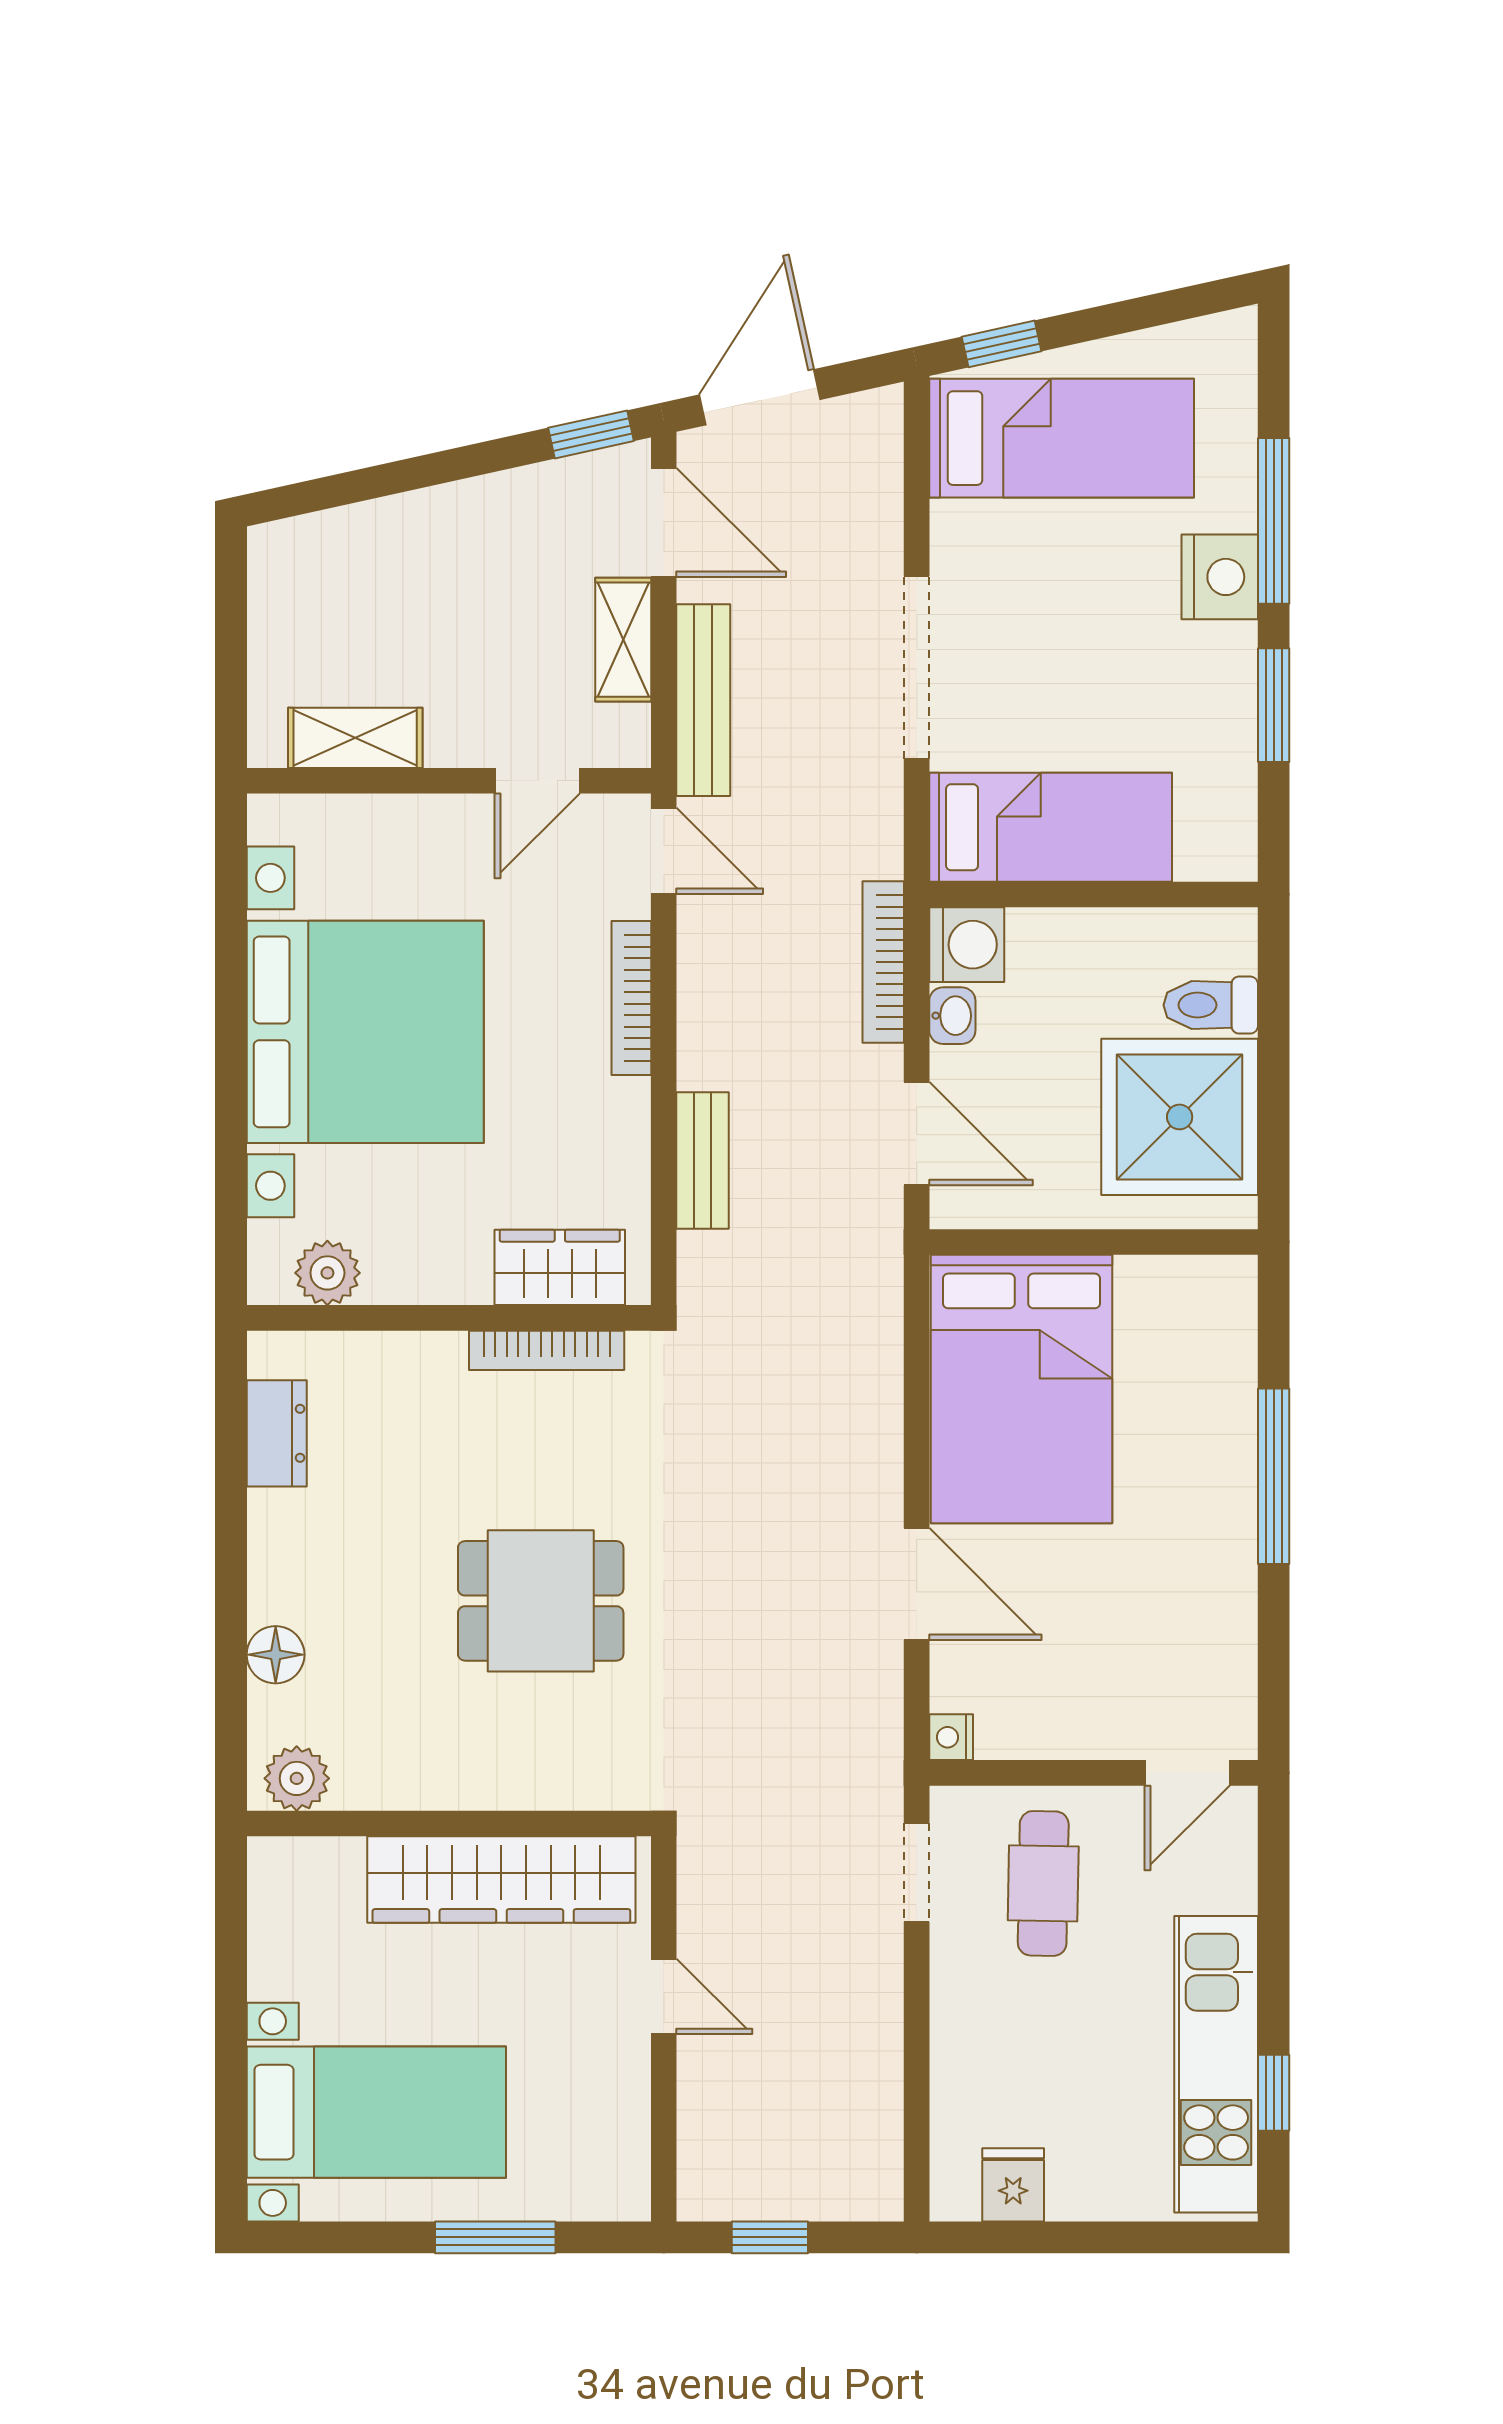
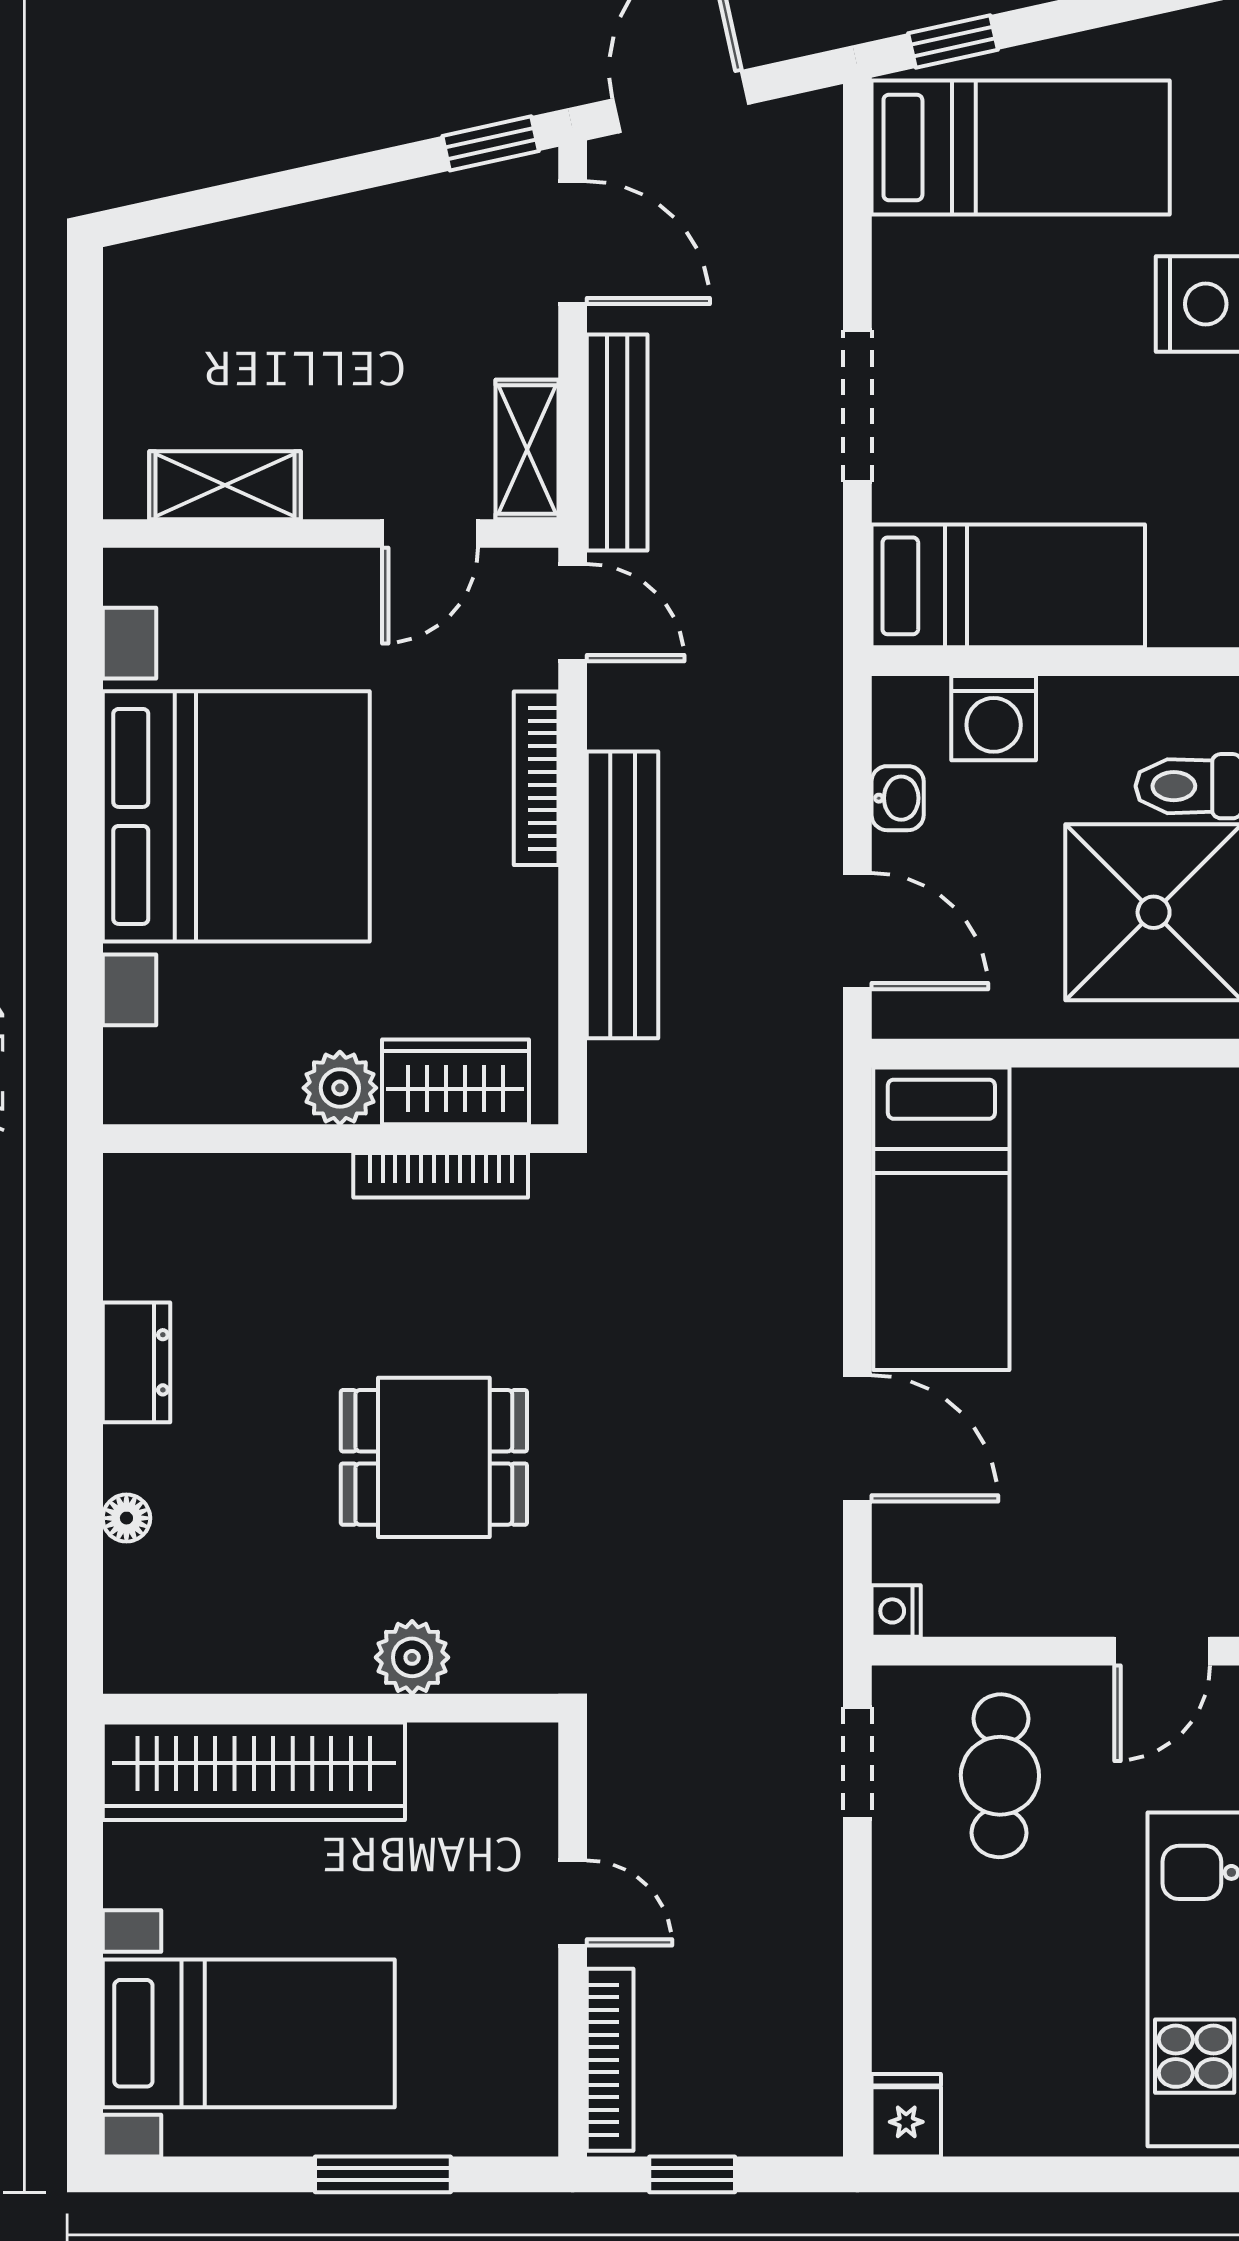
shelving: (623, 640) -> (527, 449), moved
doorway: (917, 668) -> (857, 406), width x0.73
washing machine: (967, 945) -> (994, 718), moved, turned 90
bookcase: (883, 962) -> (610, 2060), moved, turned 180
bench: (703, 1160) -> (623, 895), width x1.86, depth x1.21
plant: (327, 1273) -> (340, 1088), moved
bed: (1021, 1389) -> (941, 1219), width x0.67
dresser: (277, 1433) -> (137, 1362), moved
floor lamp: (276, 1655) -> (126, 1518), width x0.73, depth x0.73
plant: (297, 1778) -> (412, 1657), moved
wardrobe: (501, 1879) -> (254, 1771), moved
fridge: (1013, 2185) -> (906, 2115), moved

